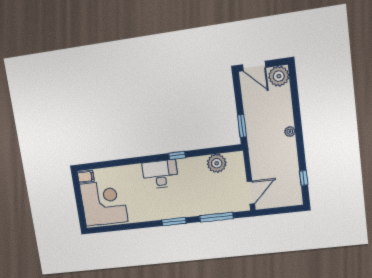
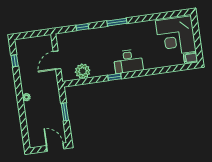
plant: (279, 76) -> (36, 140), removed
window: (242, 126) -> (65, 112), moved
door: (251, 193) -> (57, 60), moved
window: (216, 217) -> (82, 27), width x0.46

